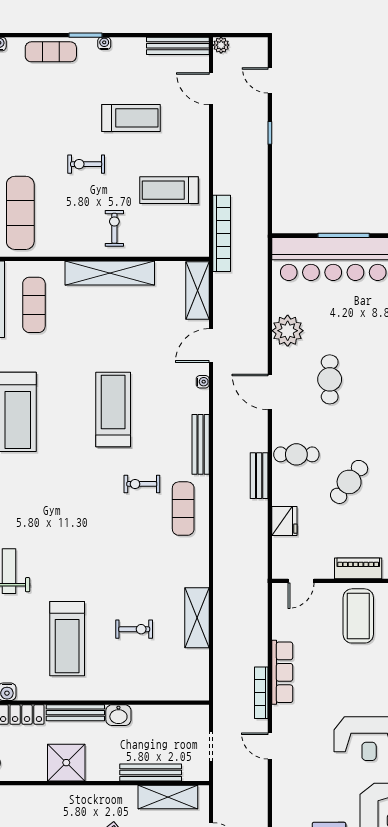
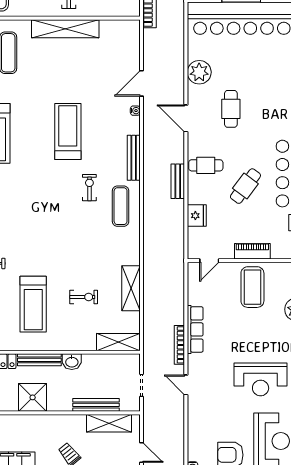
shelving: (197, 291) -> (118, 342), moved, turned 90
exercise bike: (142, 484) -> (89, 188), turned 90

